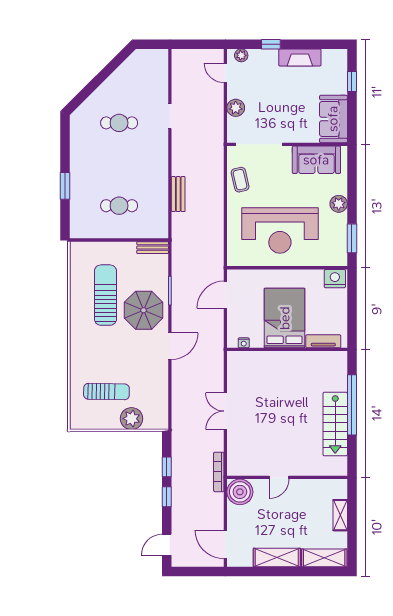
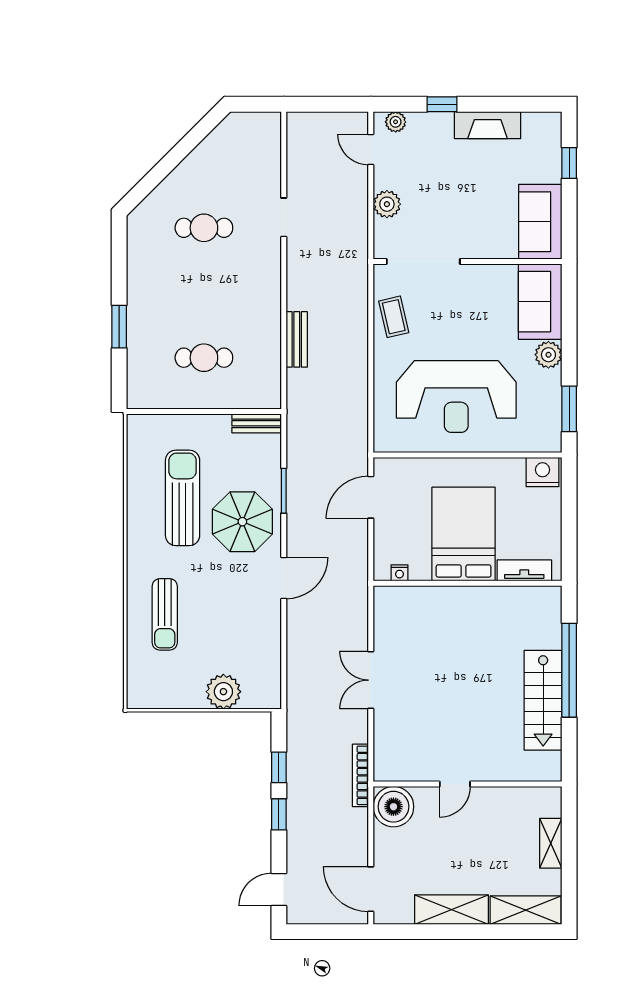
sofa: (316, 160) -> (540, 302), moved, turned 90
sun lounger: (106, 392) -> (165, 614), moved, turned 89

